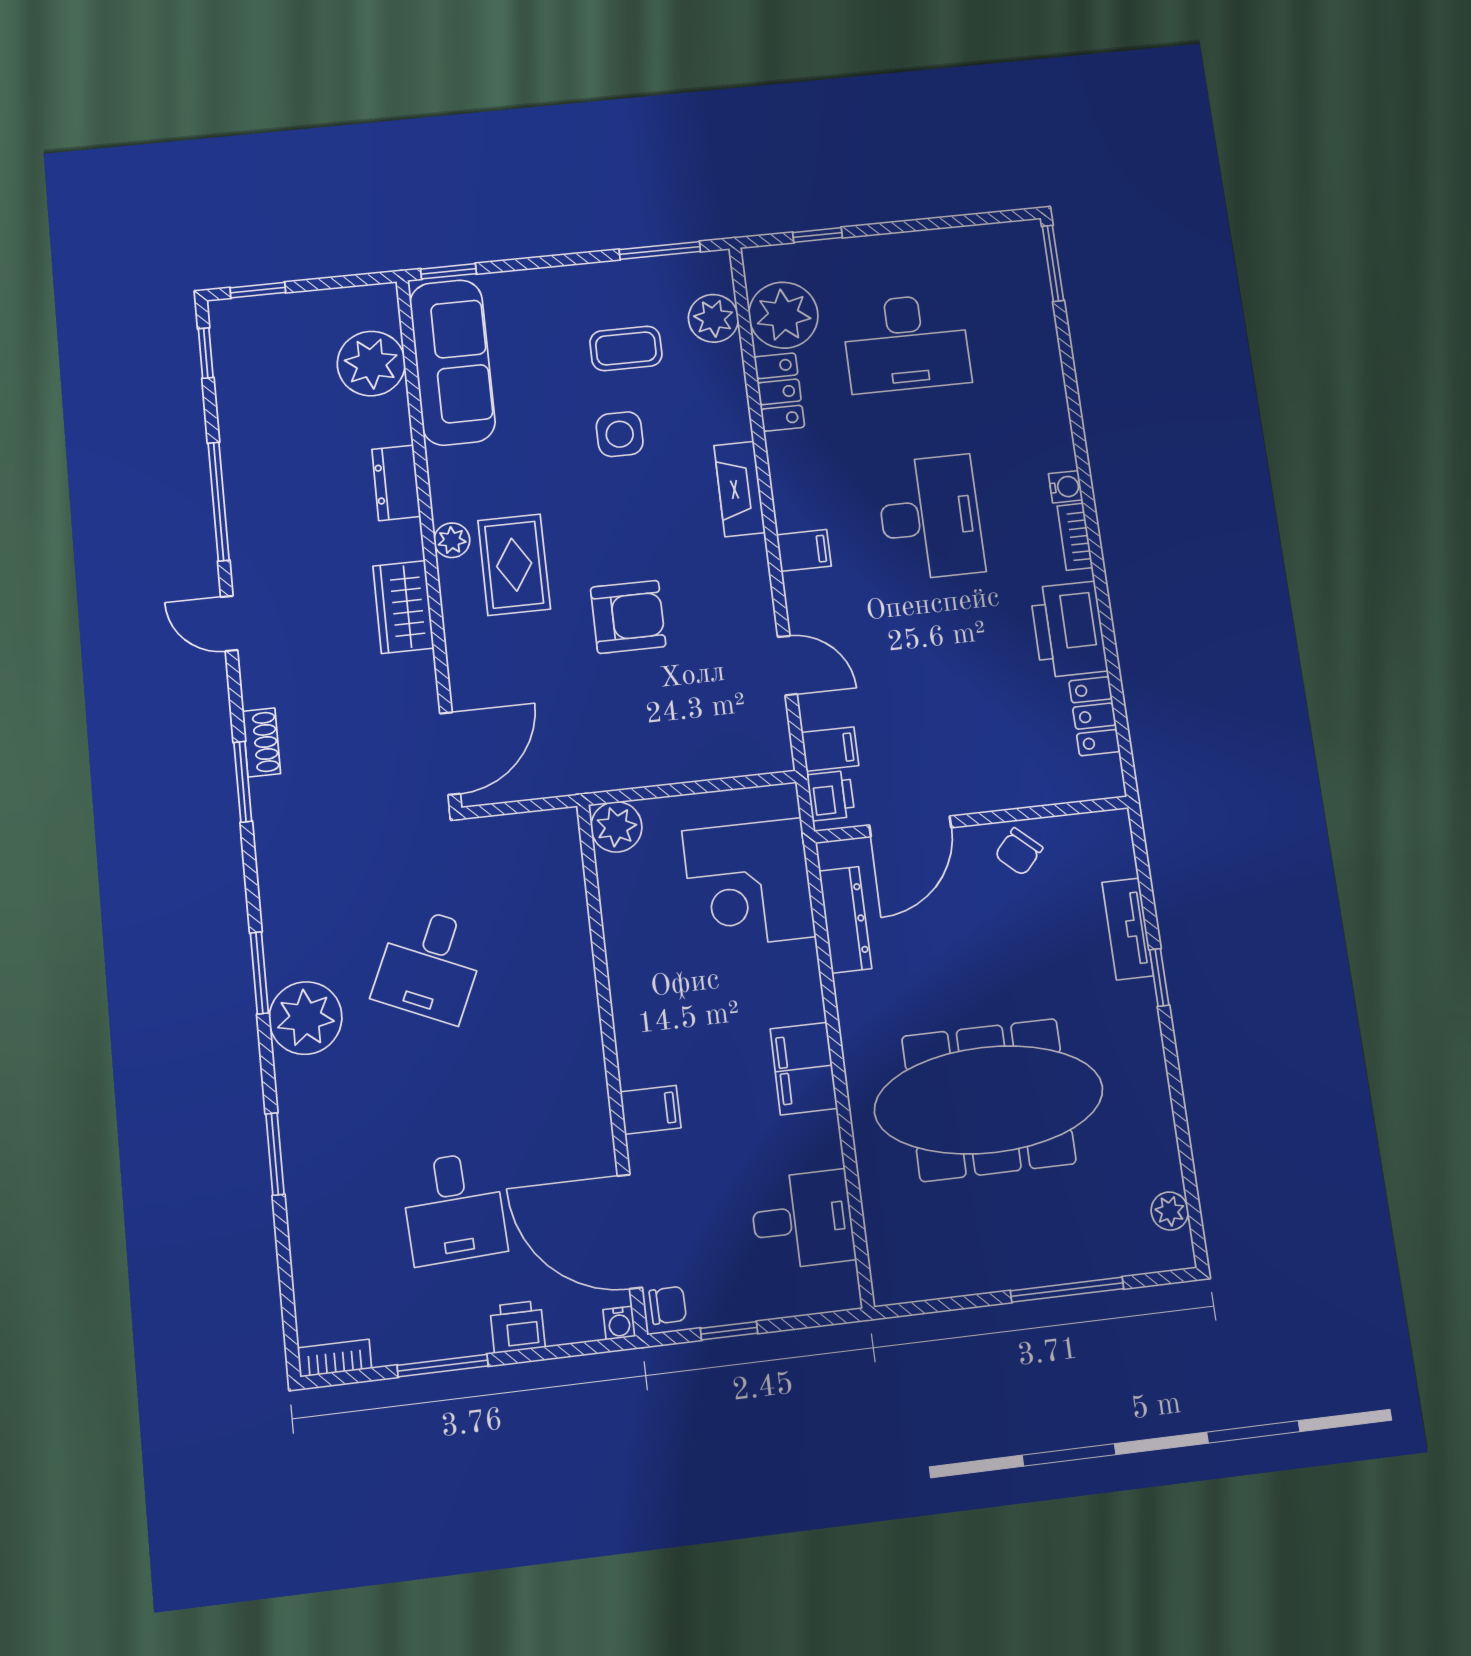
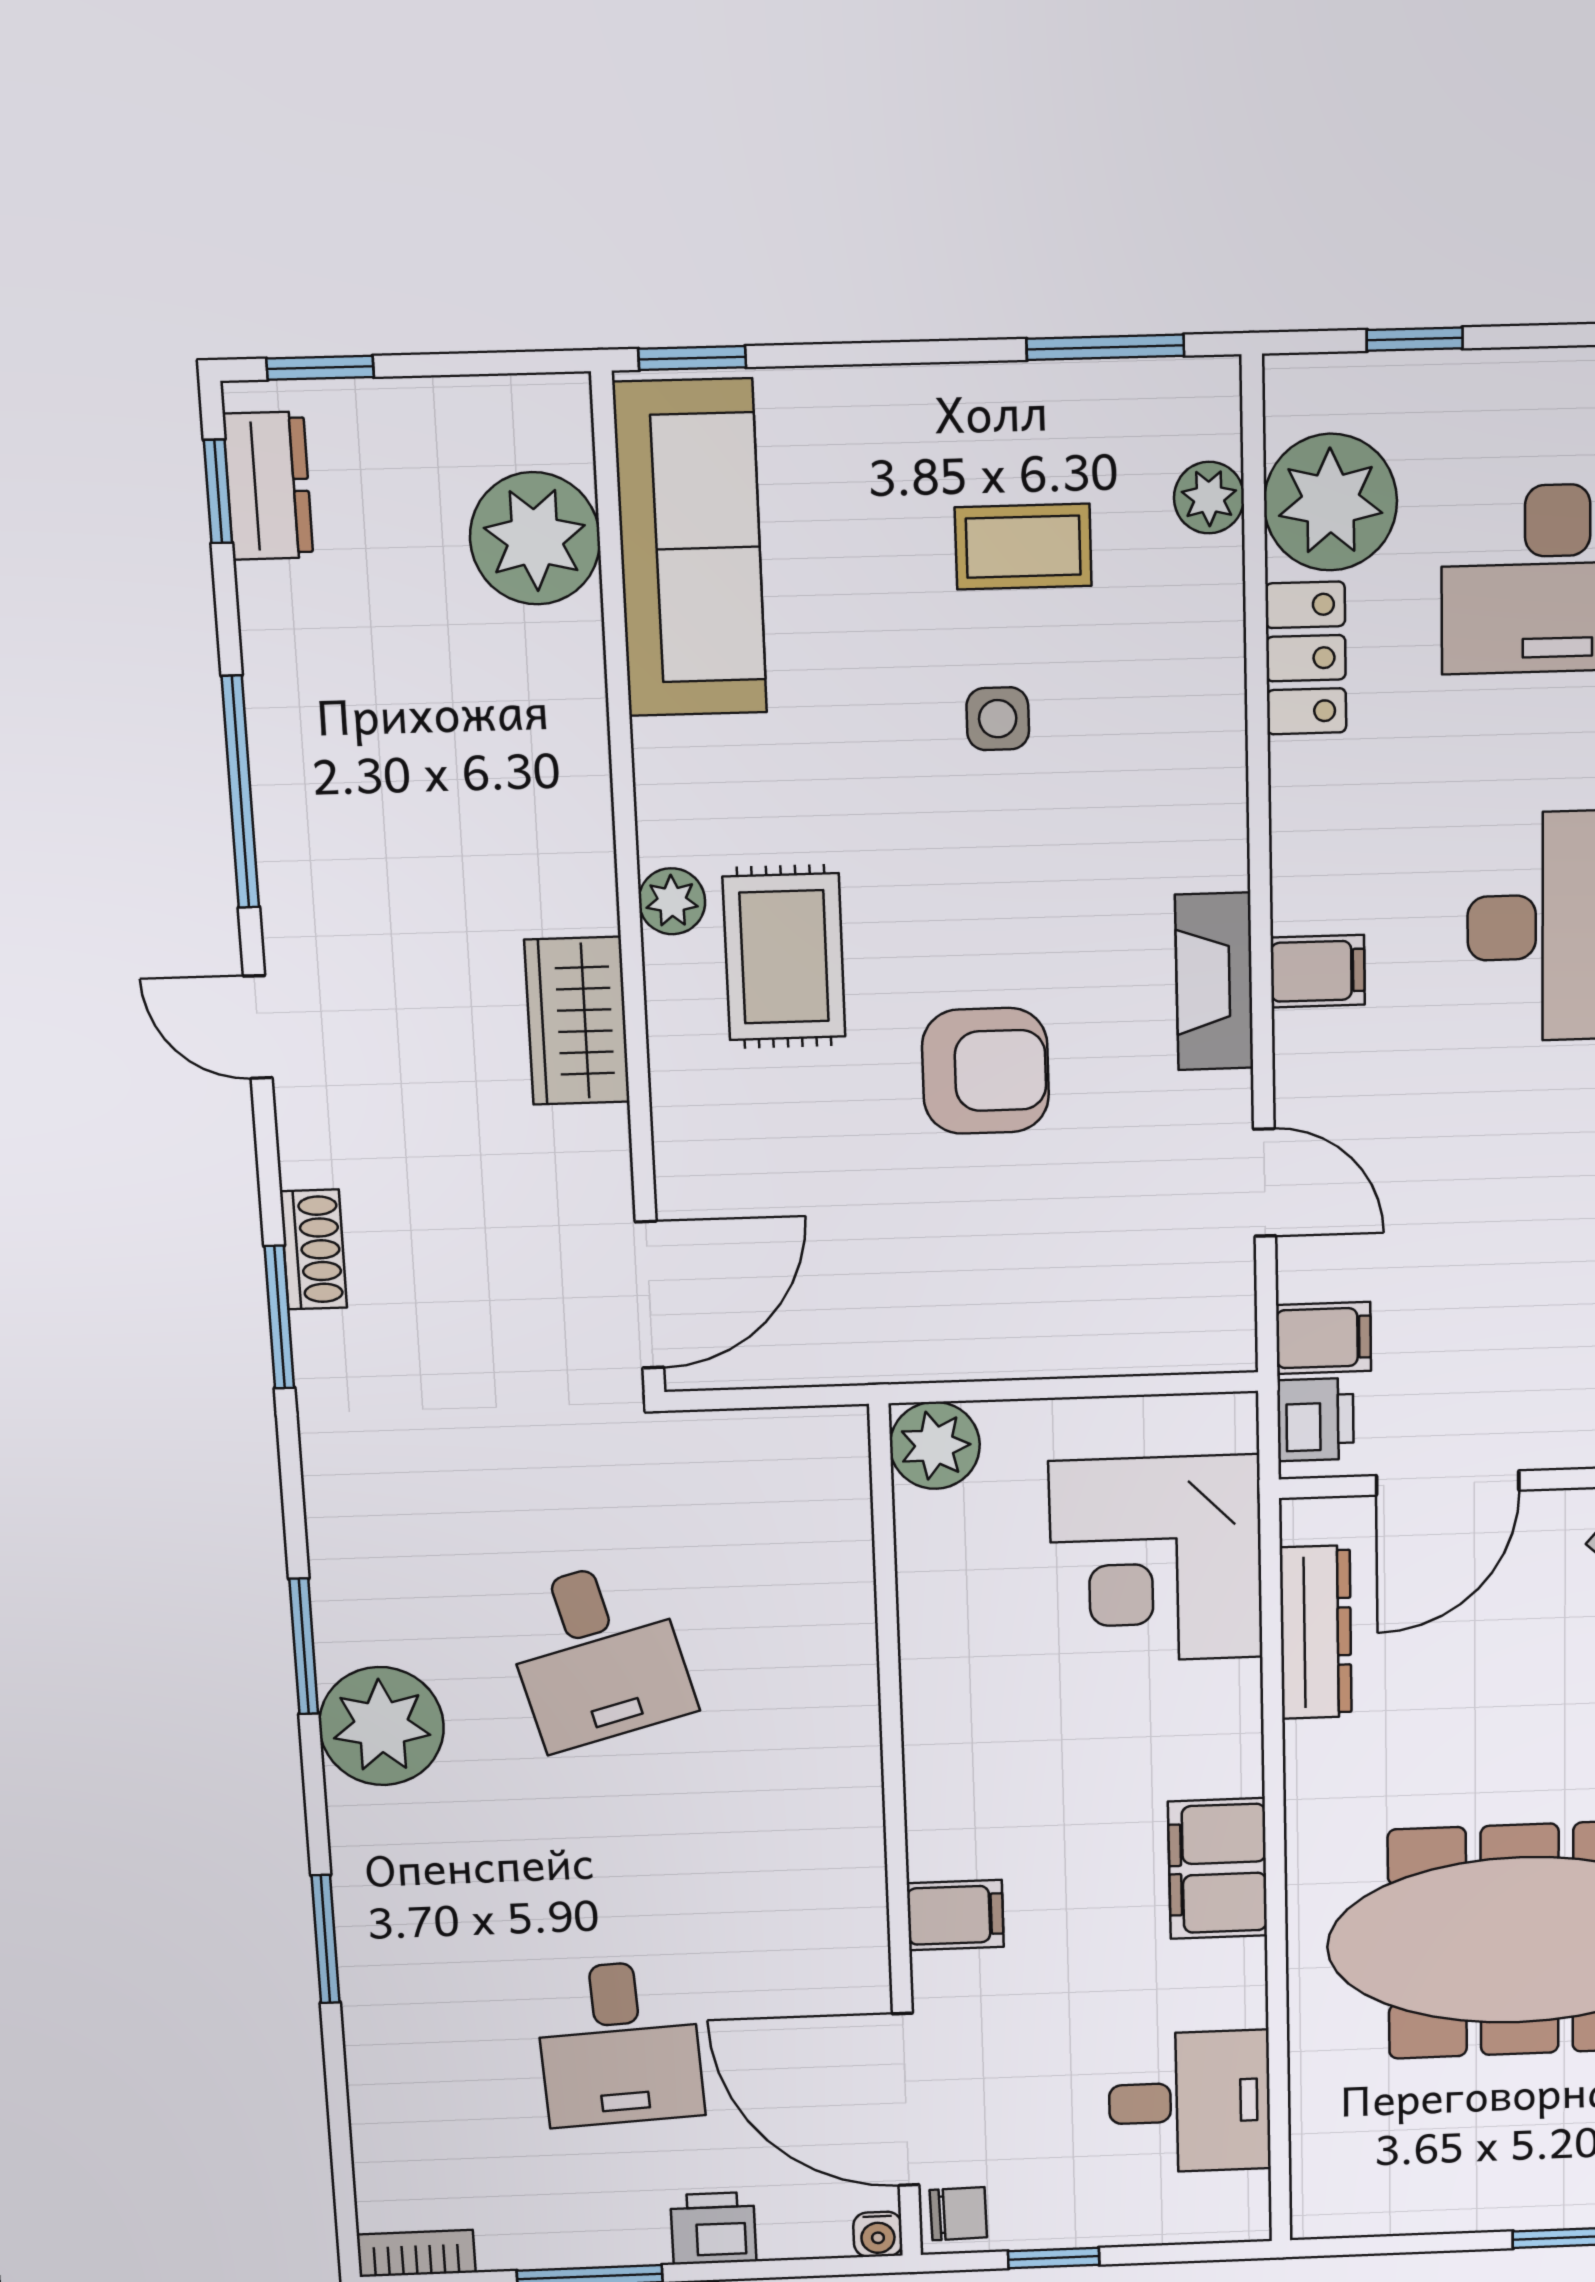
plant: (713, 318) -> (1209, 498), width x0.73, depth x0.73
side table: (620, 434) -> (998, 719), width x0.73, depth x0.73
dresser: (396, 483) -> (268, 486), moved, turned 180
fireplace: (740, 489) -> (1214, 981), moved
desk: (430, 965) -> (597, 1654), turned -39

